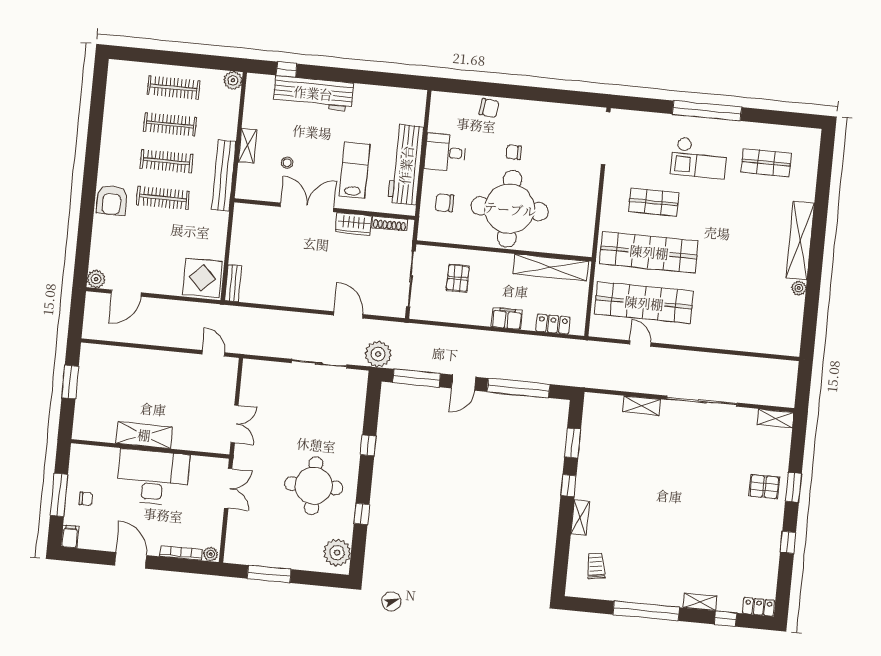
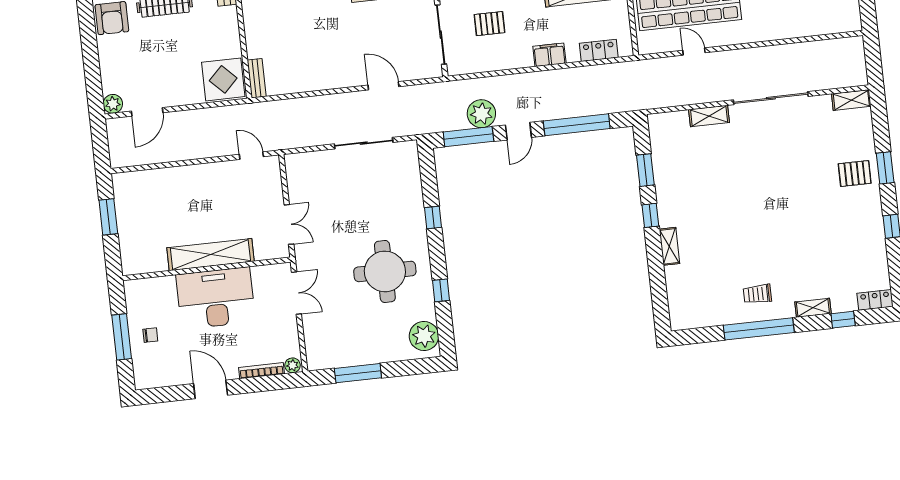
pallet: (458, 278) -> (489, 24), turned 90
plant: (378, 354) -> (481, 114), moved
shelving: (144, 435) -> (210, 255), width x1.47
filing cabinet: (70, 537) -> (142, 378), removed
trolley: (596, 566) -> (757, 294), moved, turned -80

